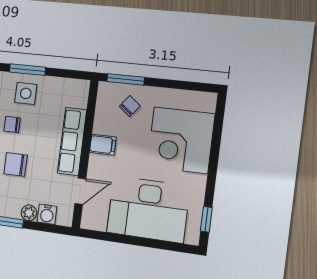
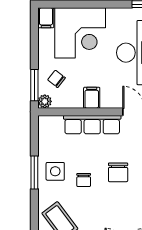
plant: (105, 90) -> (45, 101), added
filing cabinet: (204, 101) -> (46, 18), added

